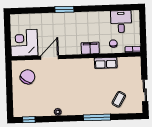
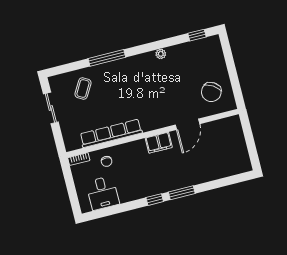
window: (85, 9) -> (155, 200), added
corner desk: (24, 43) -> (226, 136), removed
filing cabinet: (90, 48) -> (159, 143), moved
row of seats: (106, 63) -> (111, 133), width x2.02

